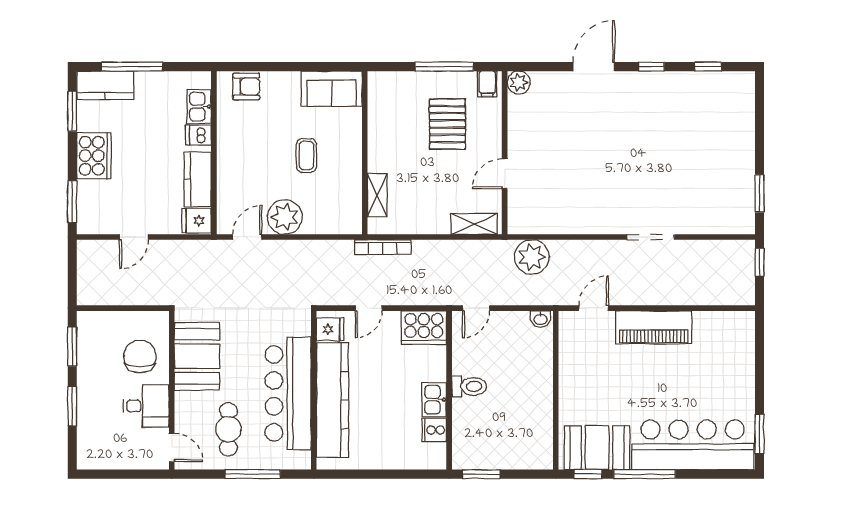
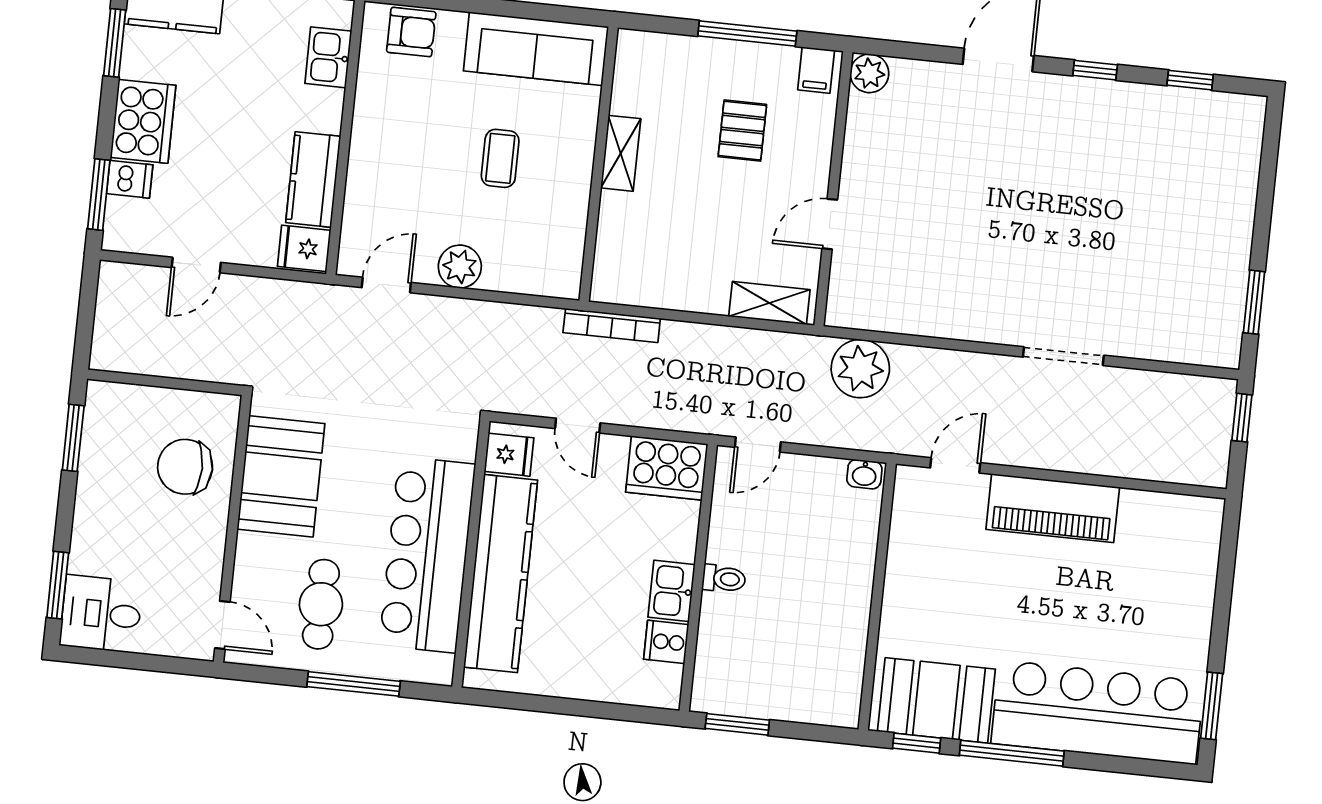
sofa: (332, 89) -> (536, 49), width x1.36
pallet: (447, 124) -> (742, 131), width x0.67, depth x0.71
dishwasher: (198, 135) -> (130, 179), moved, turned 180
shelving: (377, 195) -> (621, 153), moved
plant: (285, 217) -> (460, 267), width x0.73, depth x0.73
door: (369, 308) -> (578, 426), hinge flipped
chair: (140, 357) -> (185, 467), turned -90
toilet: (469, 386) -> (724, 579), width x0.73, depth x0.72
window: (72, 406) -> (58, 585), moved
desk: (146, 406) -> (101, 614), moved, turned 180

